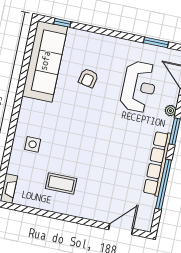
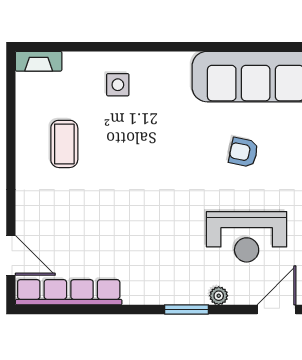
row of seats: (157, 163) -> (69, 292), moved
window: (164, 184) -> (98, 309), removed

